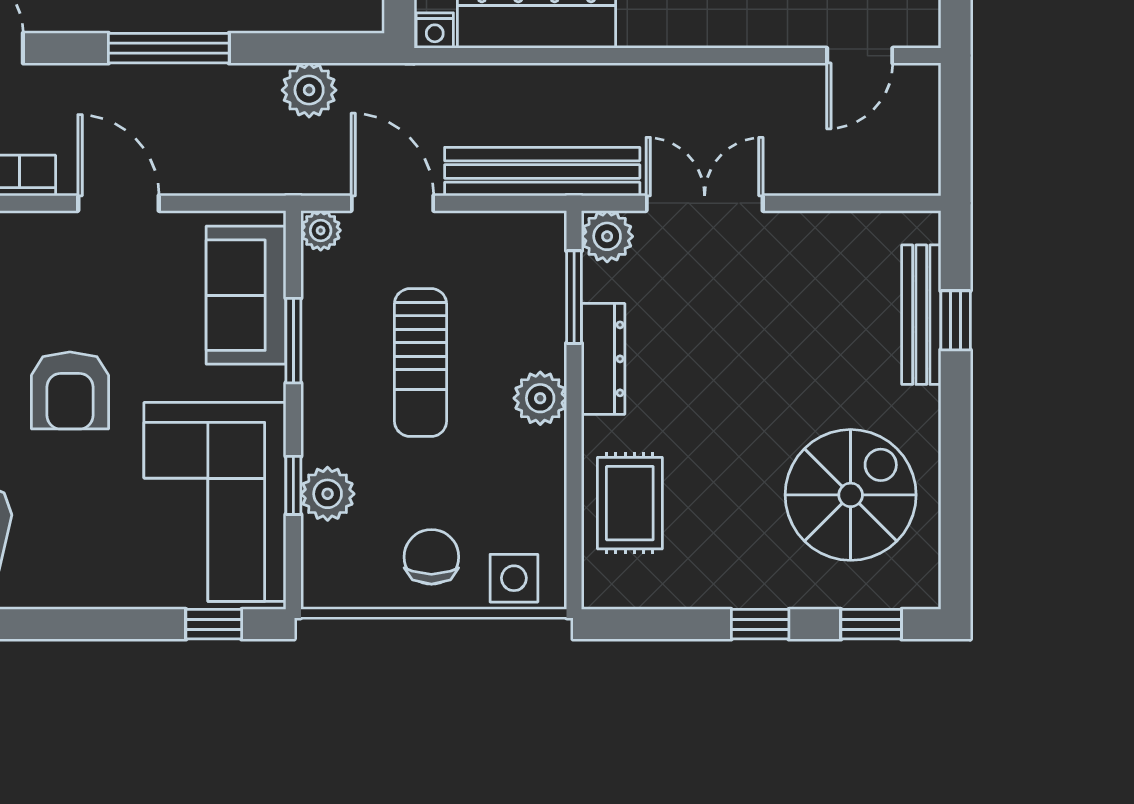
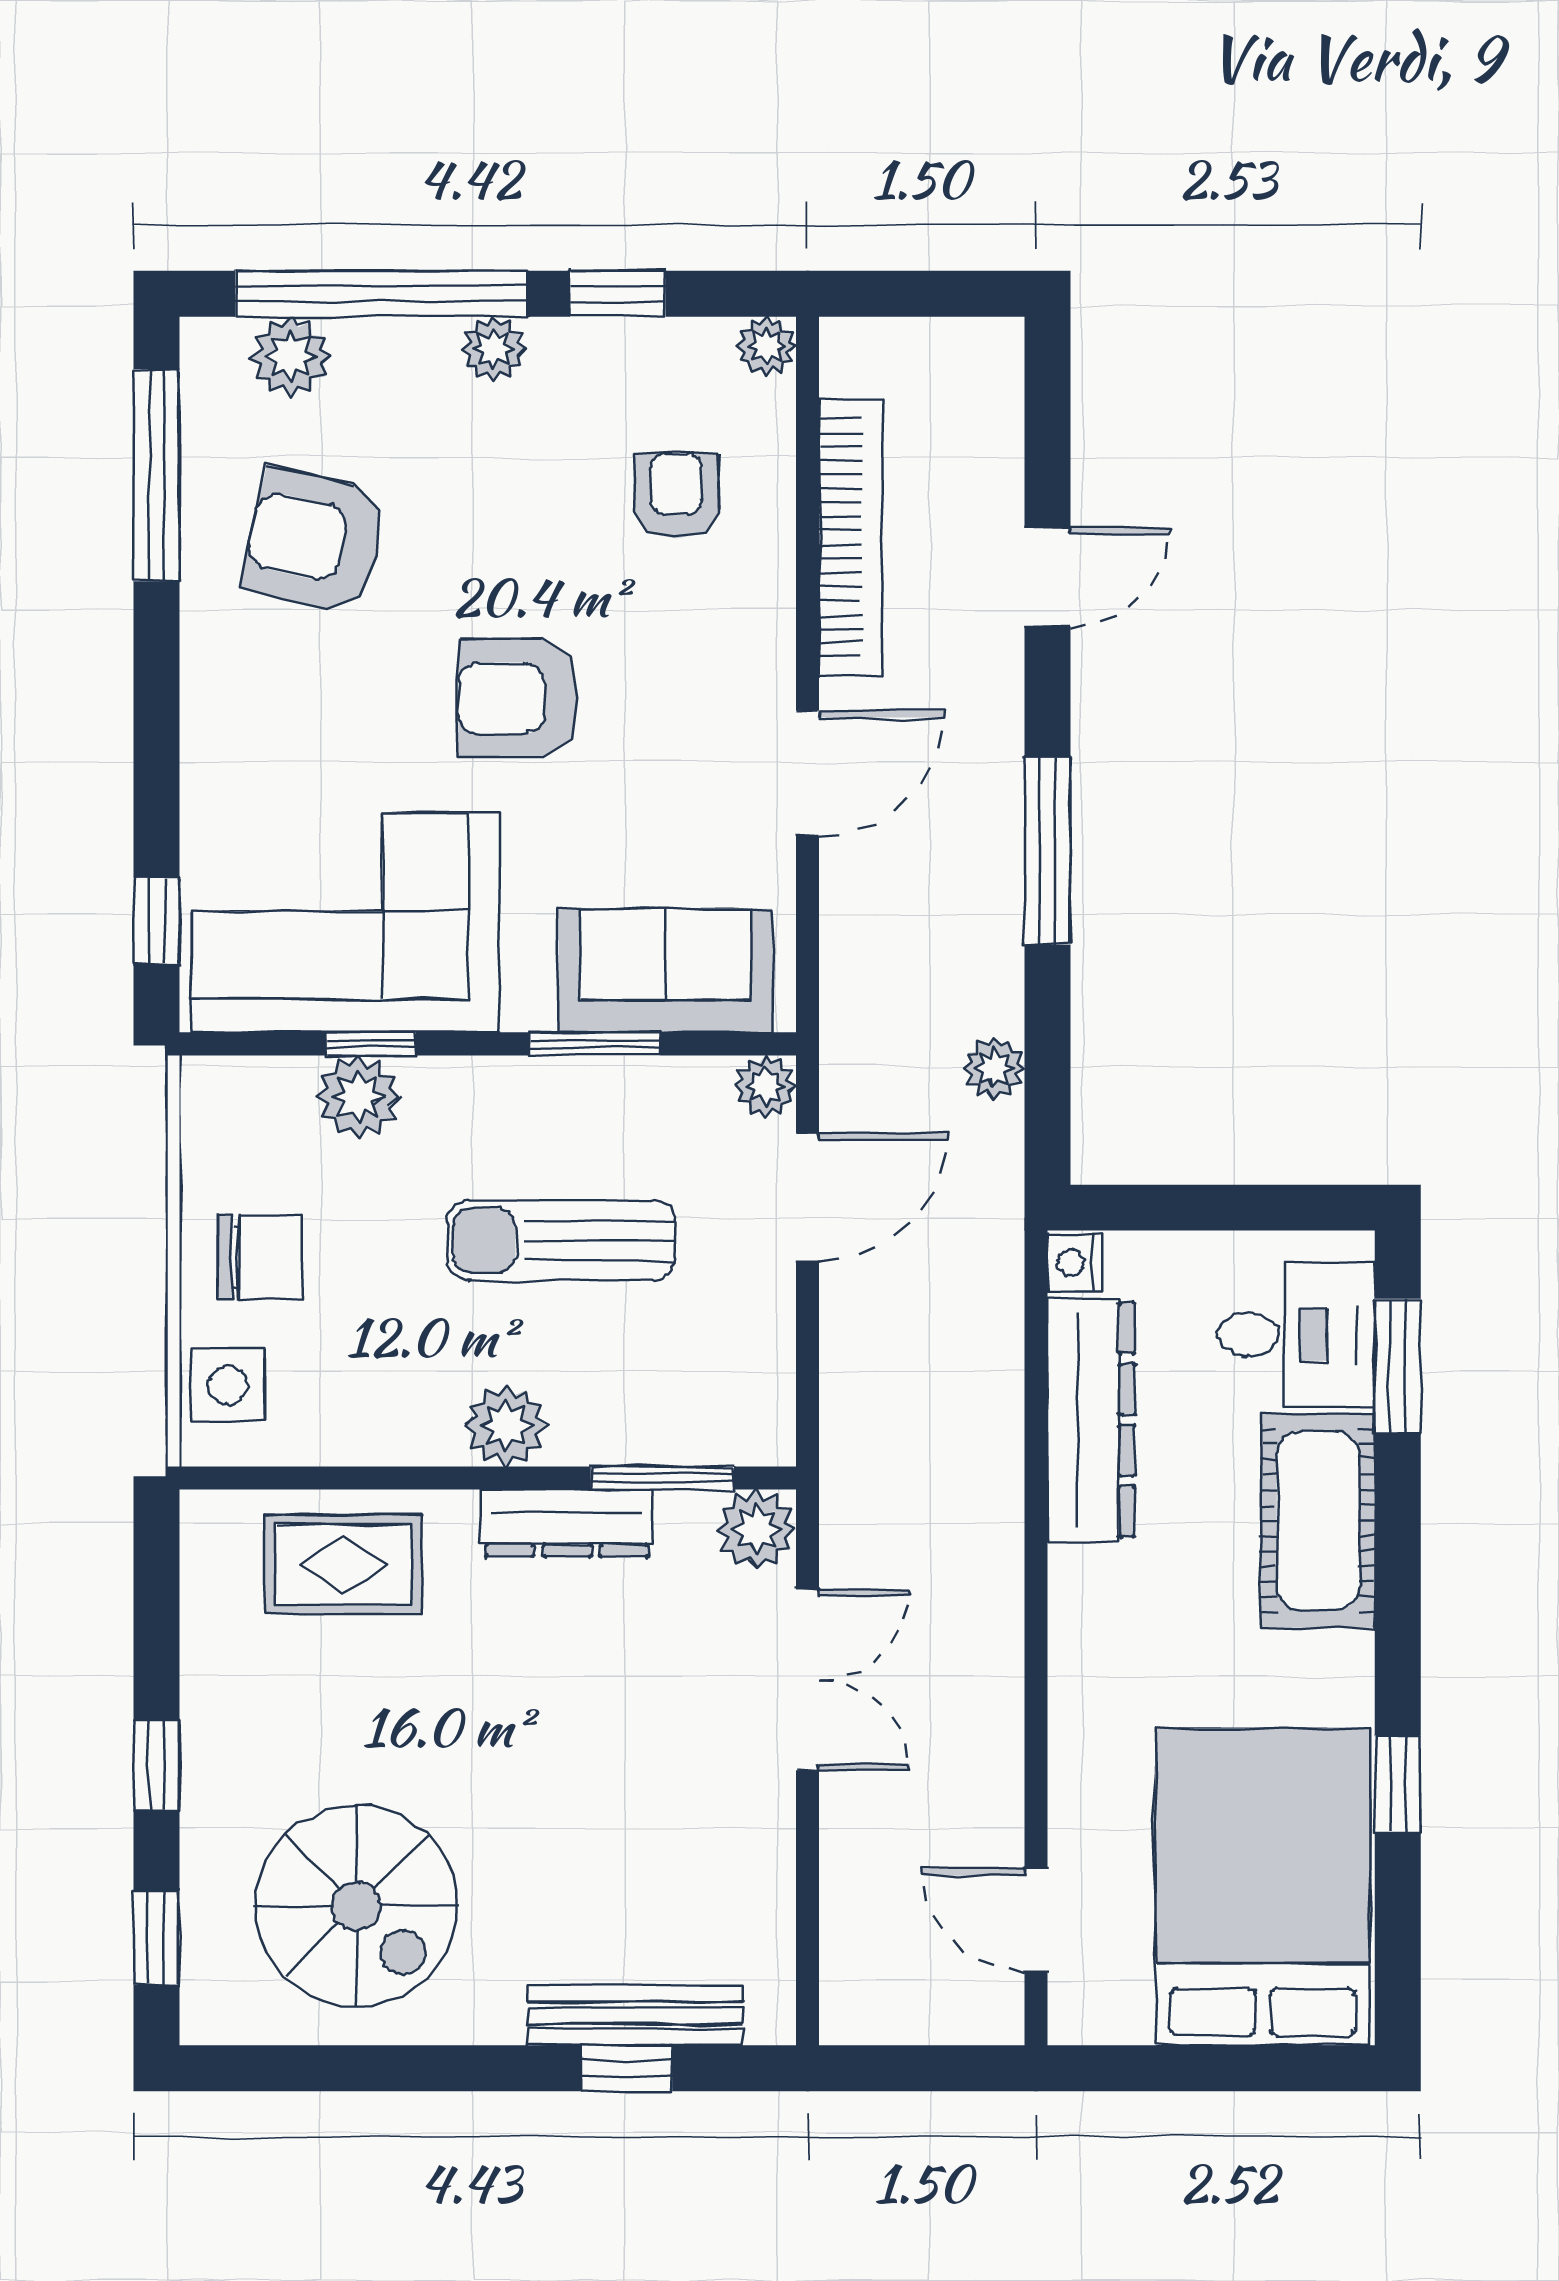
plant: (309, 90) -> (994, 1068), width x0.73, depth x0.73
bench: (542, 172) -> (857, 1429), removed

